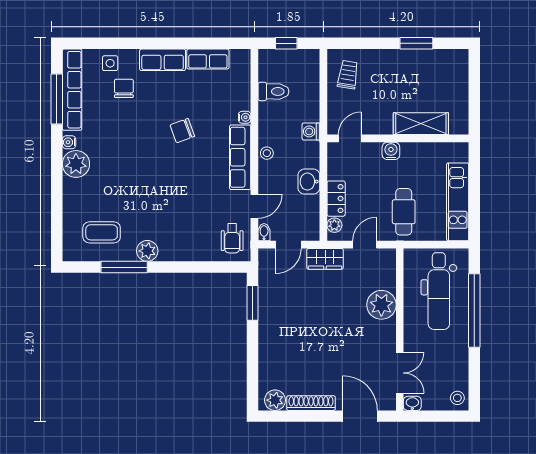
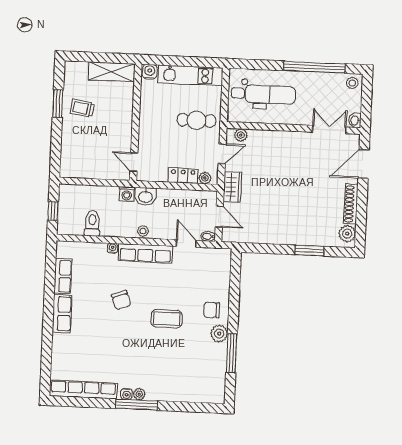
side table: (110, 63) -> (63, 357), removed
trolley: (348, 75) -> (82, 108), moved
chair: (124, 88) -> (212, 310), moved
window: (57, 99) -> (136, 405), moved
shelving: (421, 124) -> (111, 72), moved, turned 90
water cooler: (391, 151) -> (150, 72), moved, turned 90
plant: (76, 164) -> (139, 394), width x0.53, depth x0.53
washbasin: (309, 182) -> (146, 196), moved
coffee table: (102, 232) -> (167, 319), moved, turned 90
wheelchair: (232, 238) -> (212, 263), removed
door: (365, 245) -> (222, 154), swing flipped
window: (253, 303) -> (309, 251), moved
plant: (381, 305) -> (241, 135), moved, width x0.53, depth x0.53
window: (474, 310) -> (314, 67), moved

